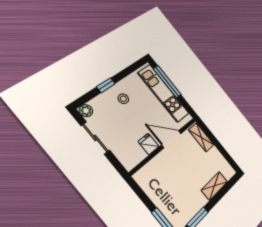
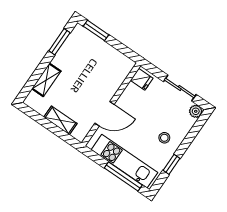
window: (106, 85) -> (171, 164), moved
shelving: (201, 137) -> (60, 120), moved
fridge: (149, 144) -> (142, 79), moved

